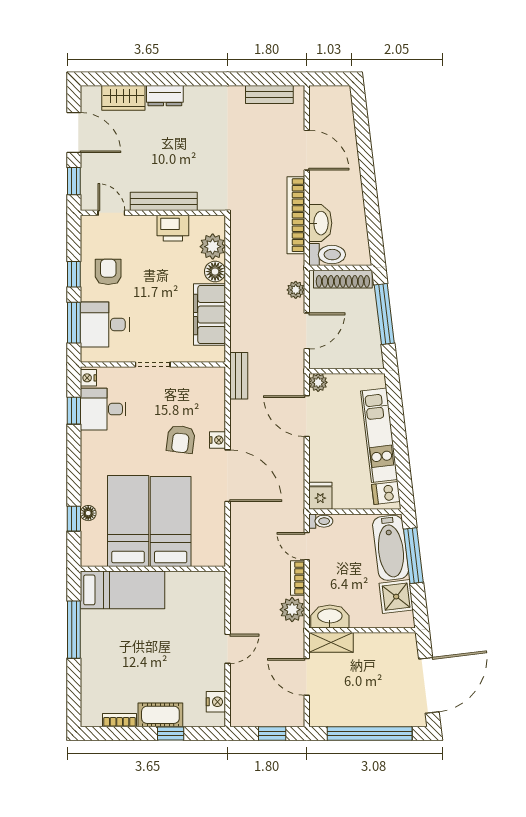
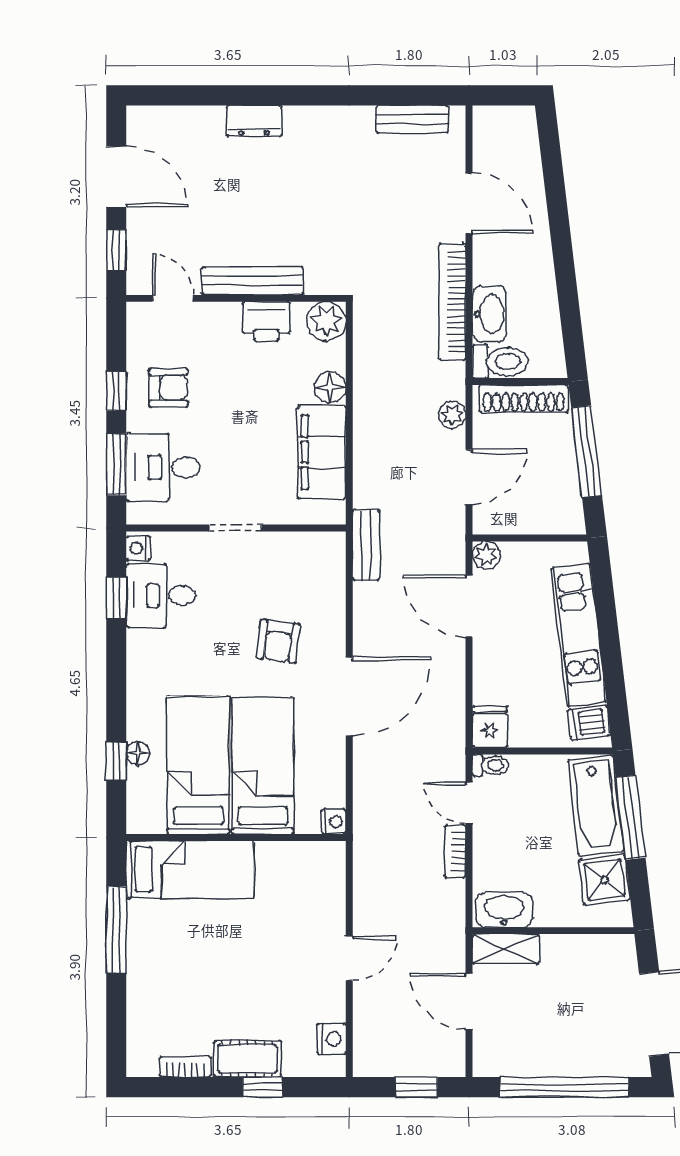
wardrobe: (123, 98) -> (191, 124), removed
plant: (213, 247) -> (326, 321), moved
armchair: (108, 272) -> (168, 388), turned 90
nightstand: (218, 440) -> (334, 822), moved
door: (228, 476) -> (349, 696), hinge flipped
plant: (292, 610) -> (447, 899), removed

